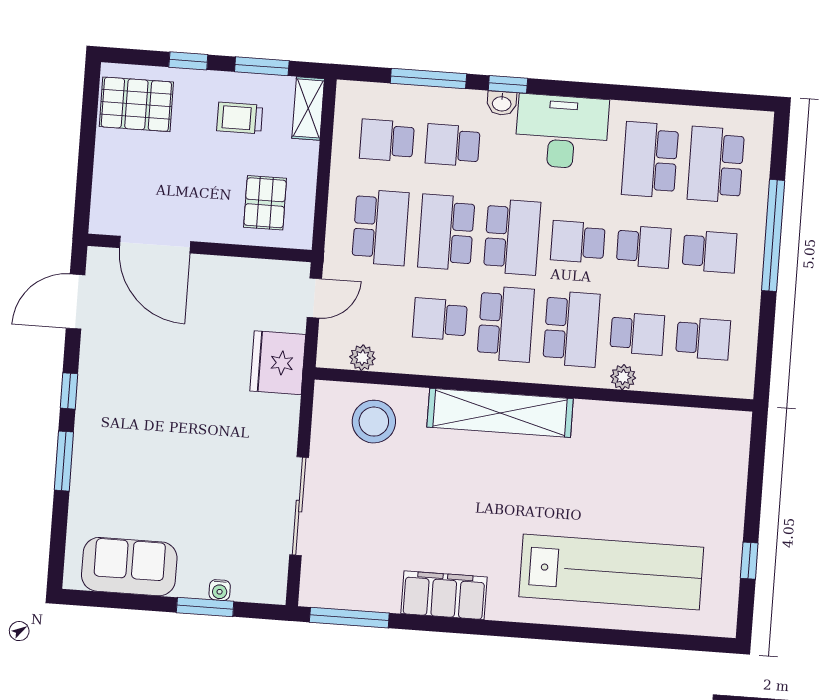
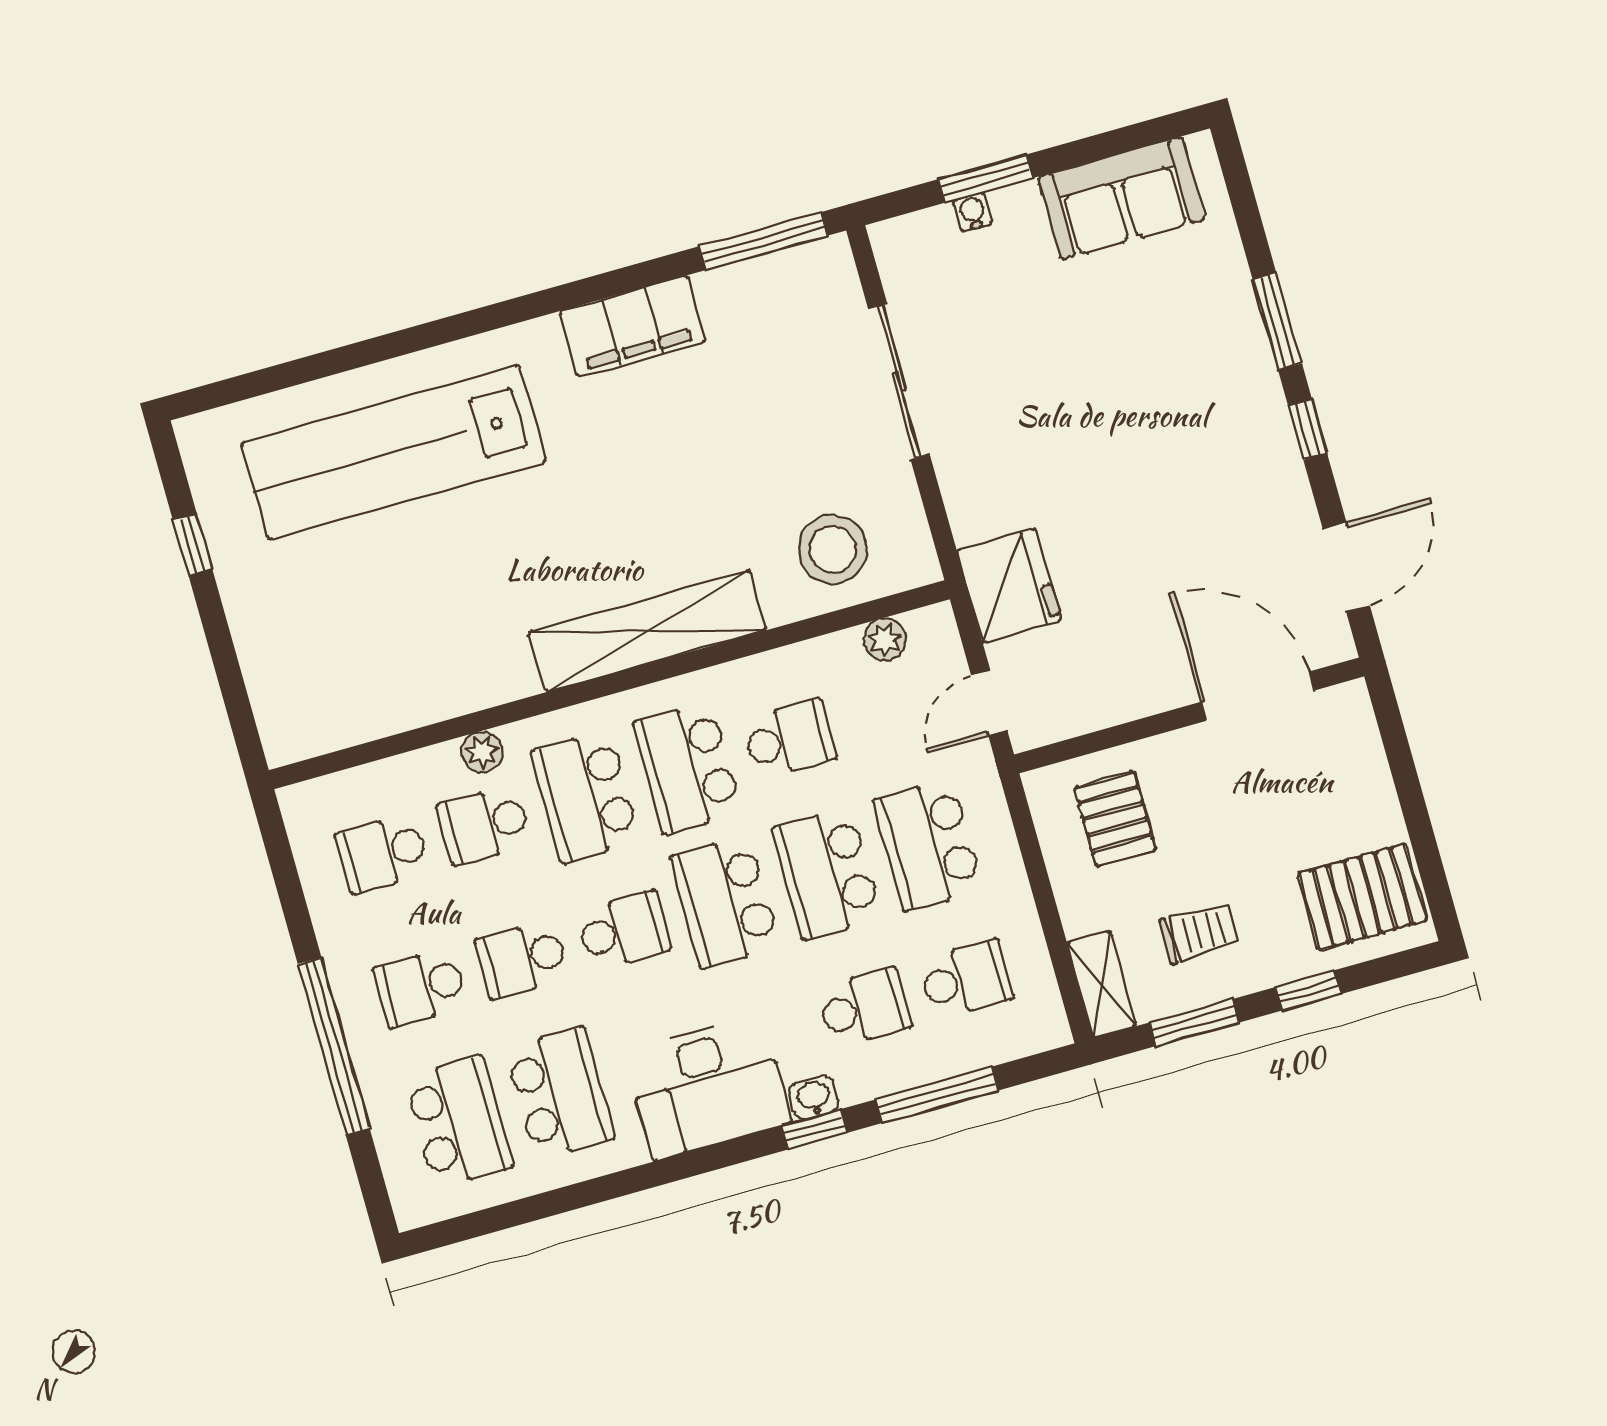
school desk: (446, 232) -> (827, 873), turned 180

